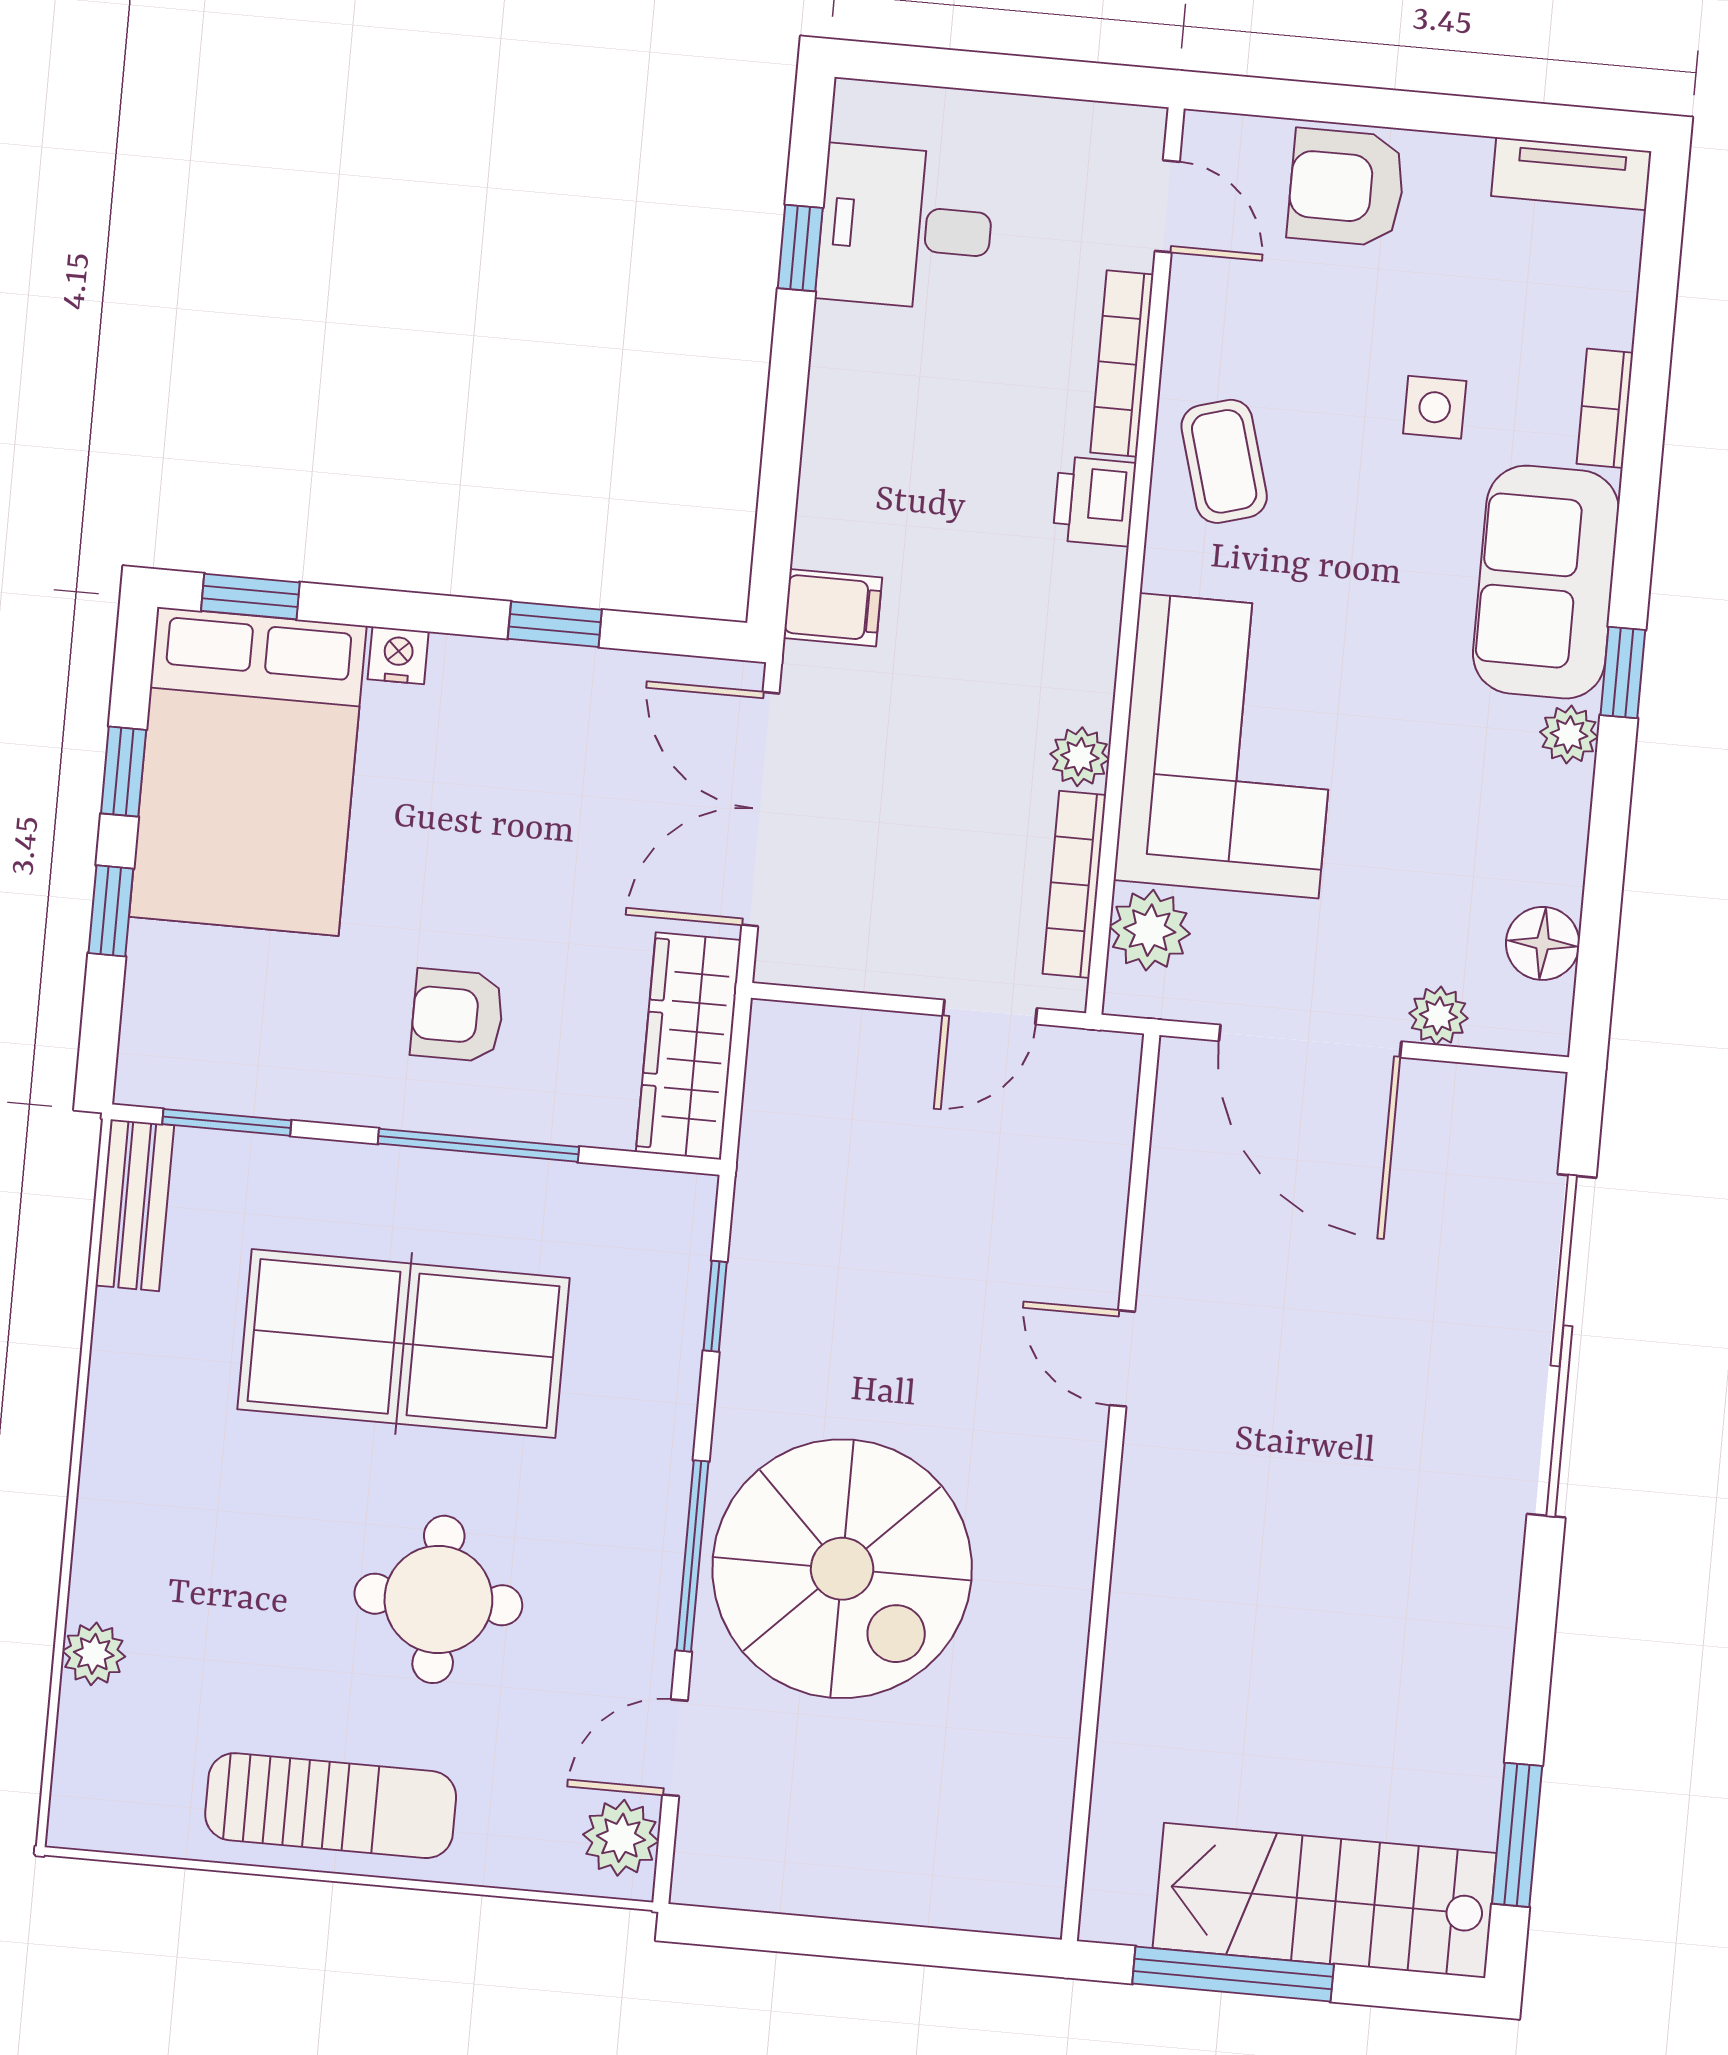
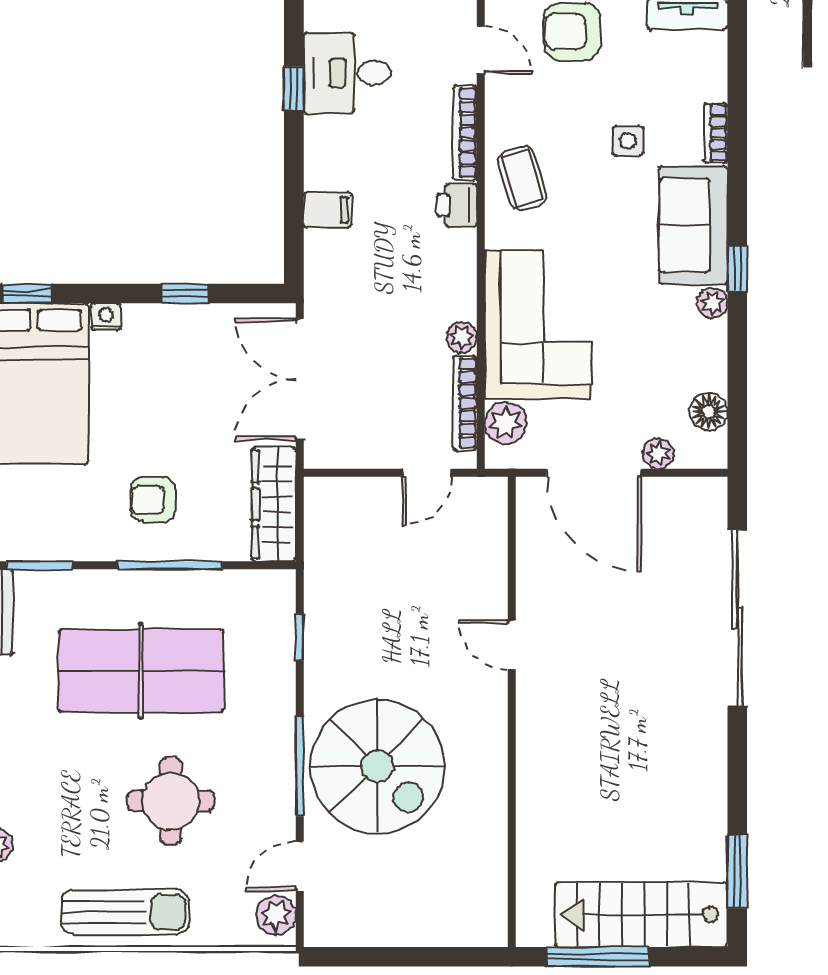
filing cabinet: (833, 608) -> (327, 210), moved

